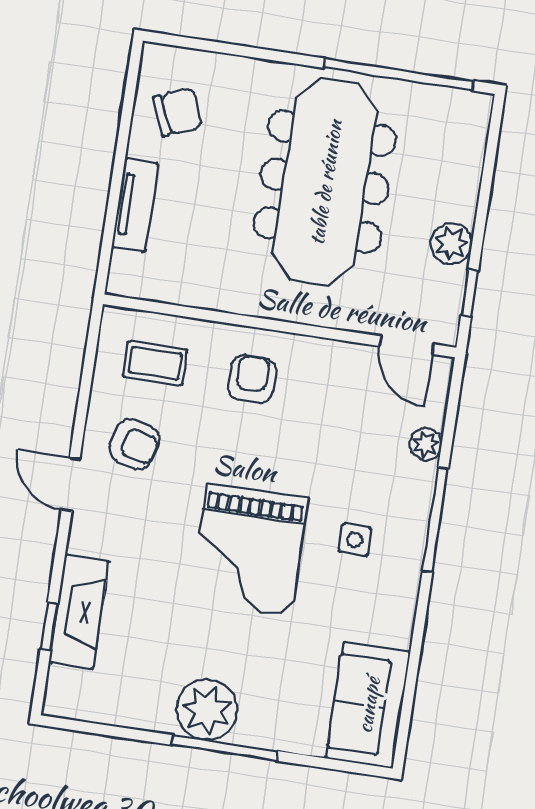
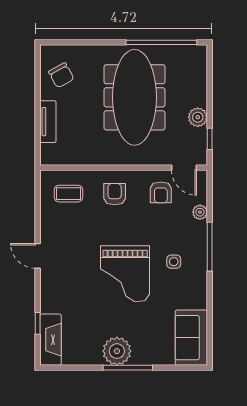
chair: (178, 112) -> (61, 75), turned 83
armchair: (134, 444) -> (161, 192), moved, turned 75
fireplace: (79, 611) -> (51, 340), moved

